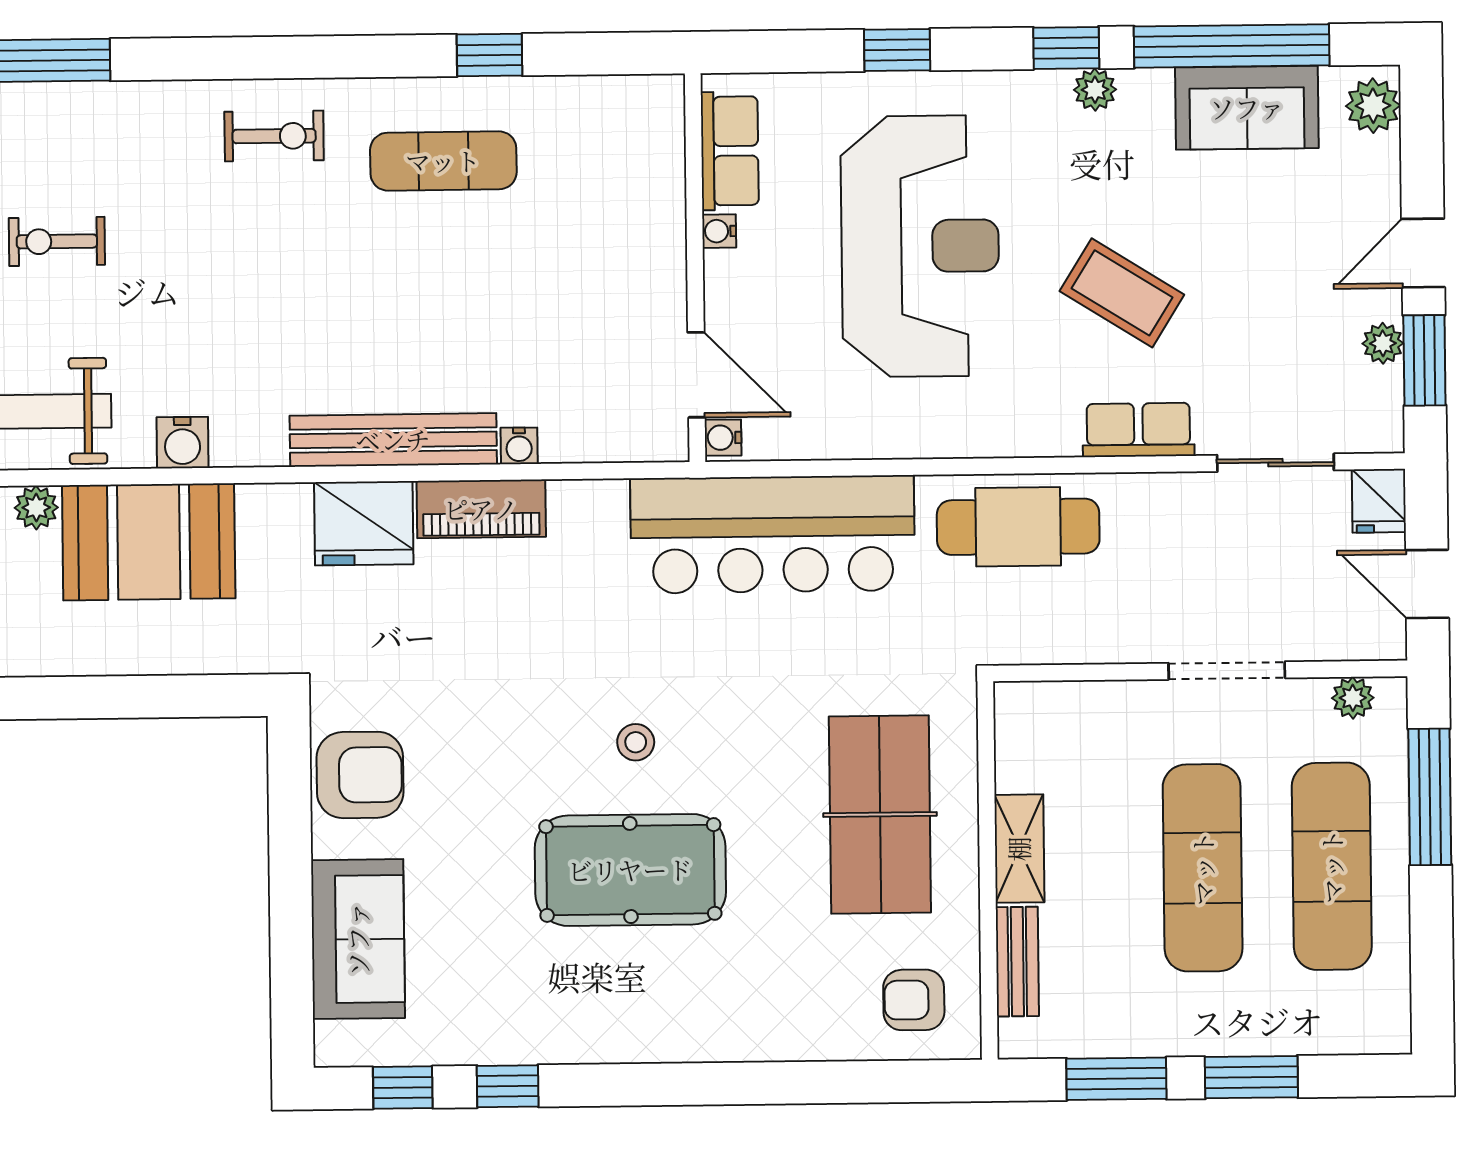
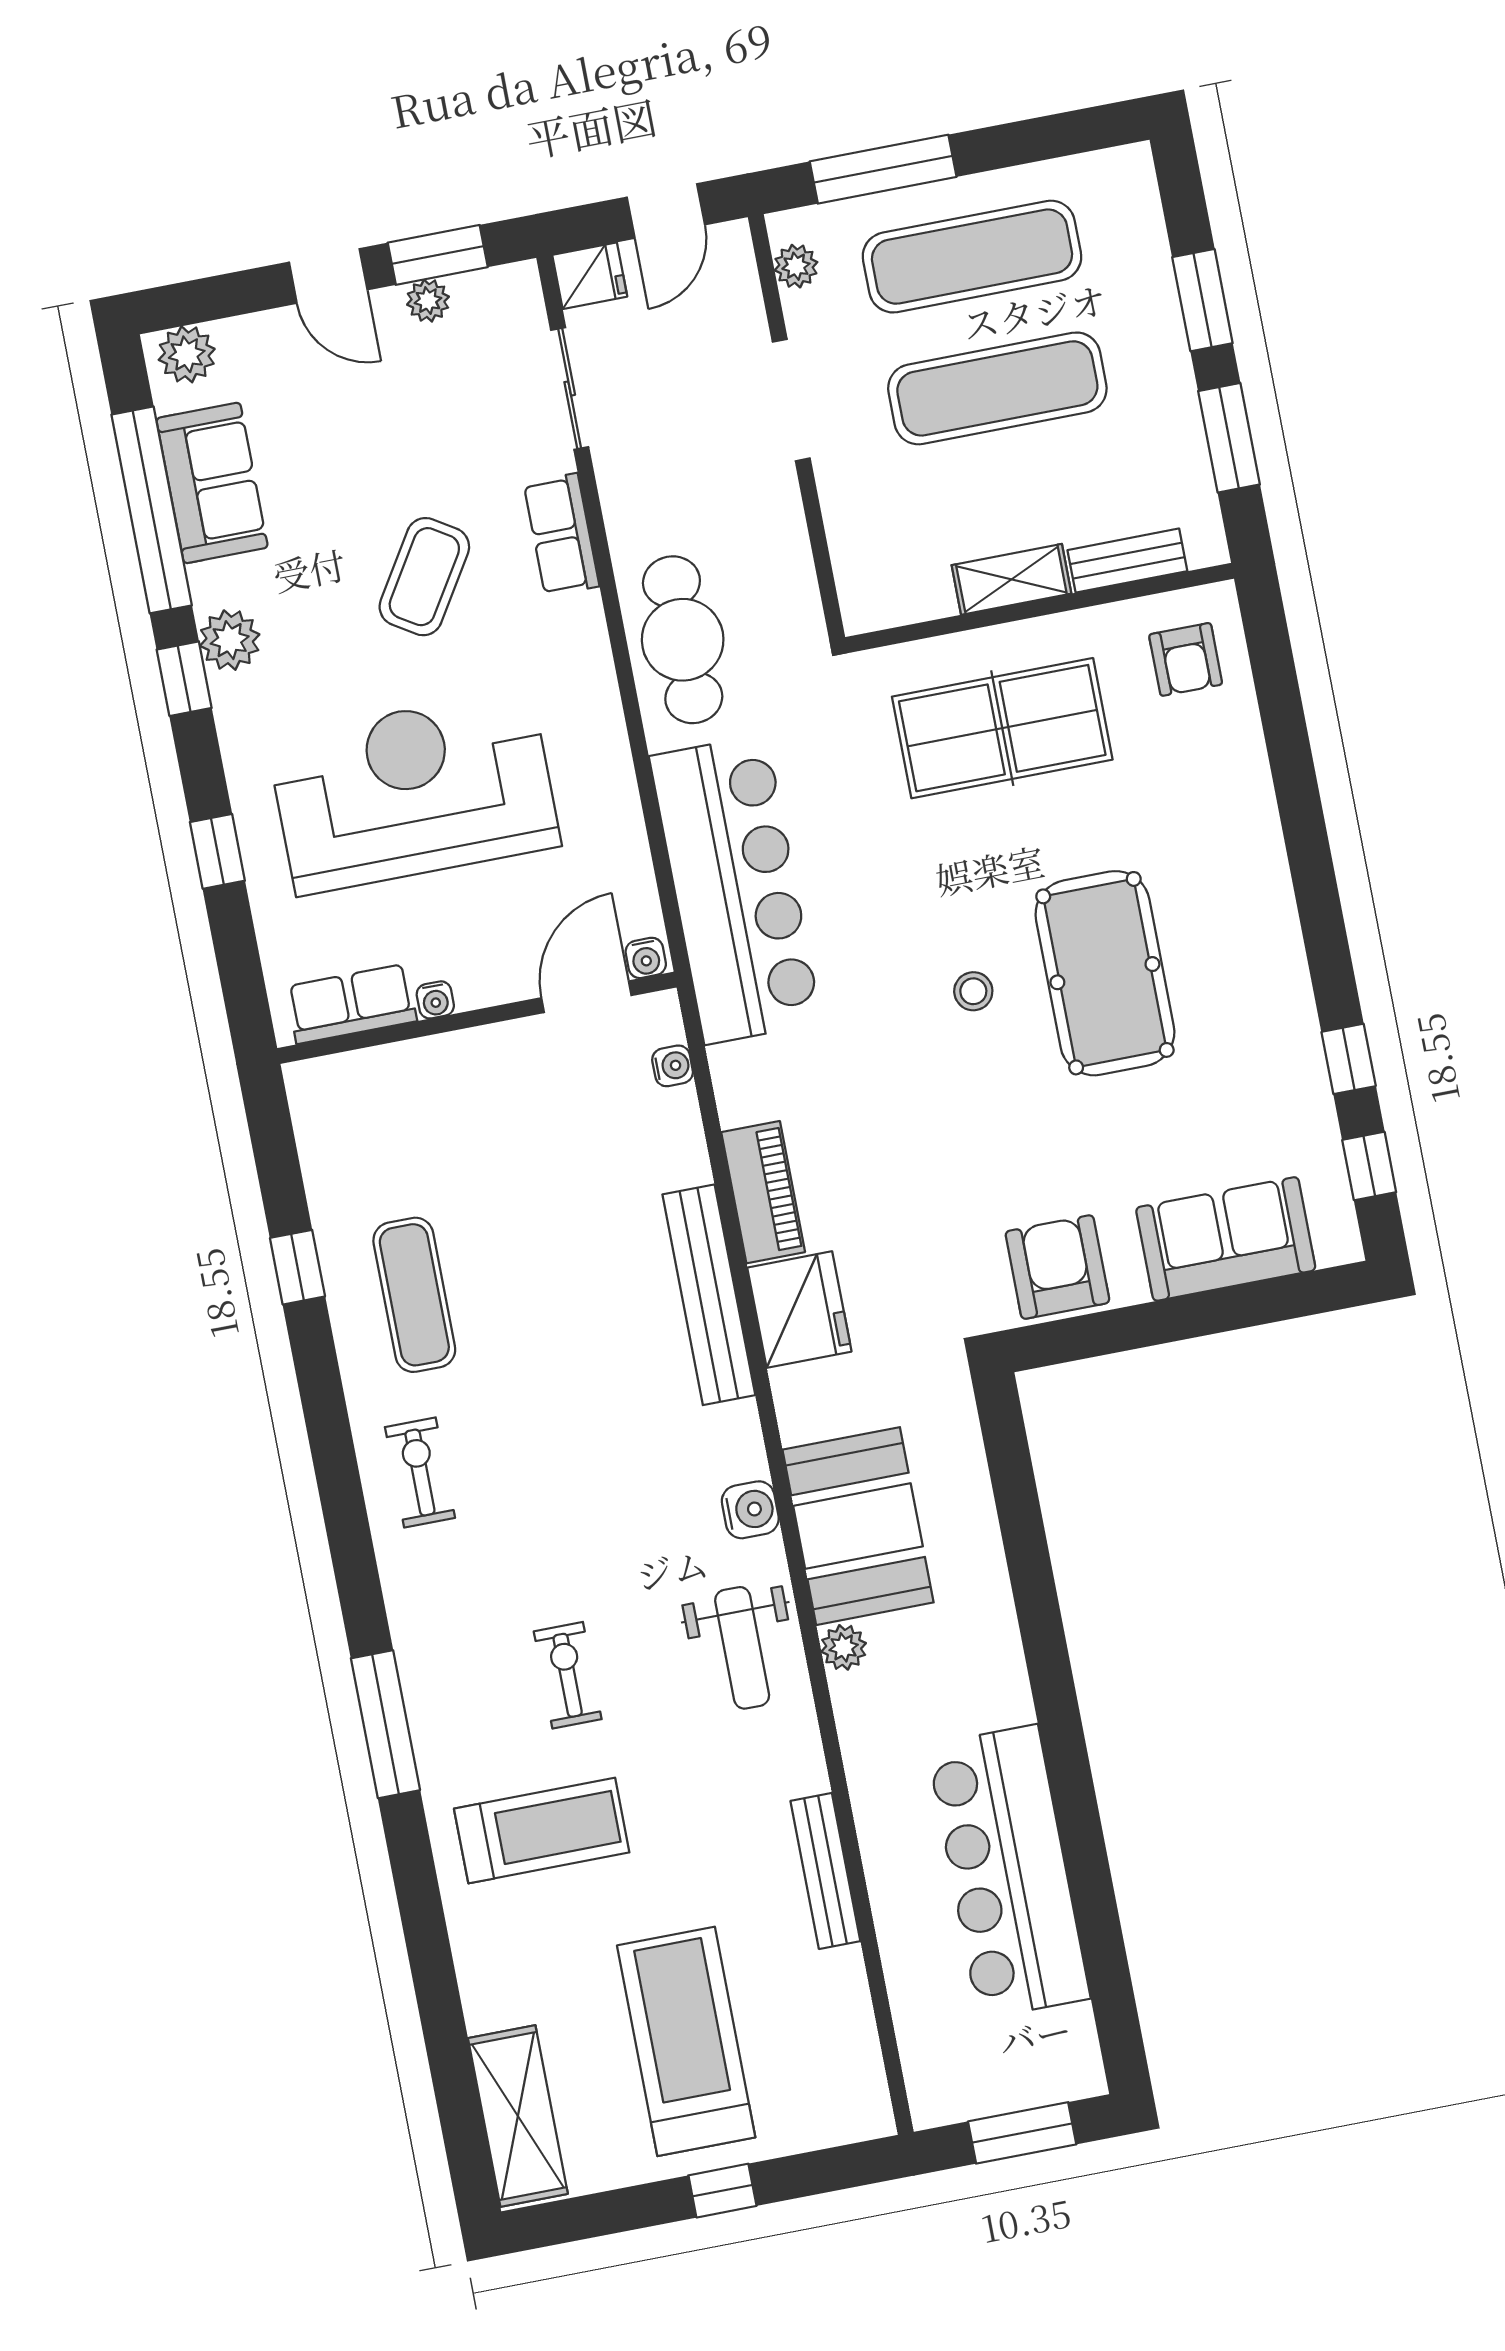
plant: (1095, 90) -> (230, 640), width x1.38, depth x1.38
exercise bike: (57, 241) -> (568, 1675), turned 180
water cooler: (519, 446) -> (673, 1066), moved

